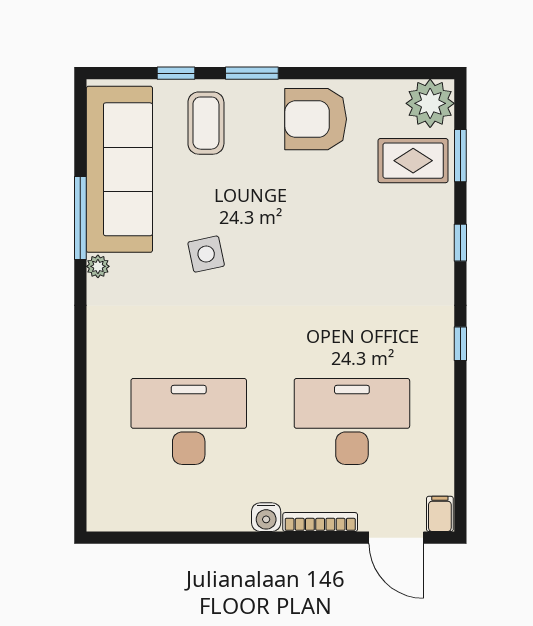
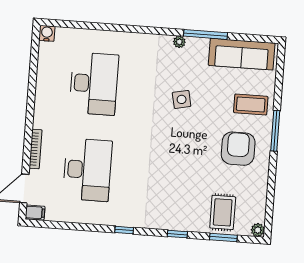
window: (176, 73) -> (278, 91), removed
window: (252, 73) -> (275, 131), width x1.44
plant: (430, 103) -> (258, 230), width x0.53, depth x0.53
armchair: (316, 119) -> (238, 149), moved
sofa: (119, 169) -> (242, 54), width x0.74, depth x0.79
water cooler: (266, 517) -> (47, 33), moved, turned 90

